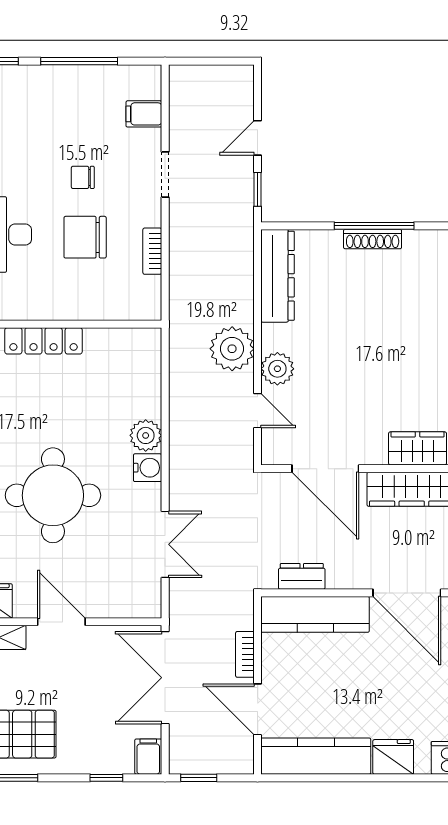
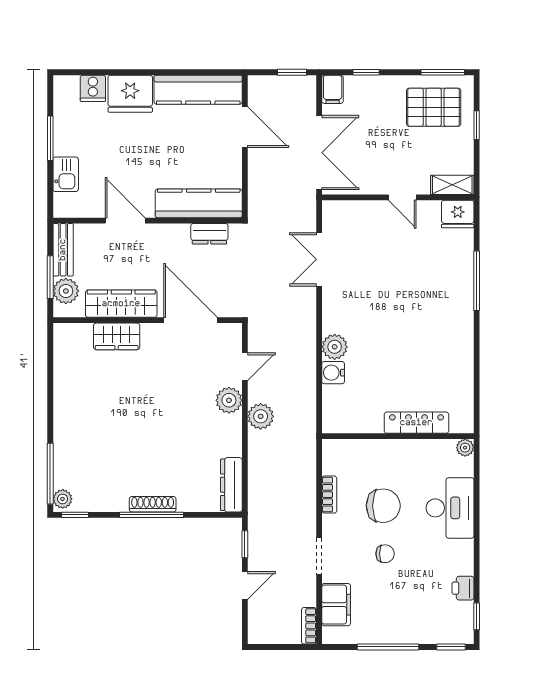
filing cabinet: (144, 114) -> (336, 605), width x2.00
dresser: (278, 276) -> (231, 485), width x0.73, depth x0.80
plant: (232, 349) -> (261, 416), width x0.73, depth x0.73
door: (258, 411) -> (245, 367), swing flipped
water cooler: (148, 468) -> (333, 373), moved
round table: (53, 495) -> (409, 299), removed
door: (407, 593) -> (125, 221), width x0.73
door: (61, 622) -> (402, 197), width x0.73
bookcase: (245, 654) -> (309, 626), moved, turned 180
fridge: (393, 757) -> (130, 94), width x1.36, depth x1.34

